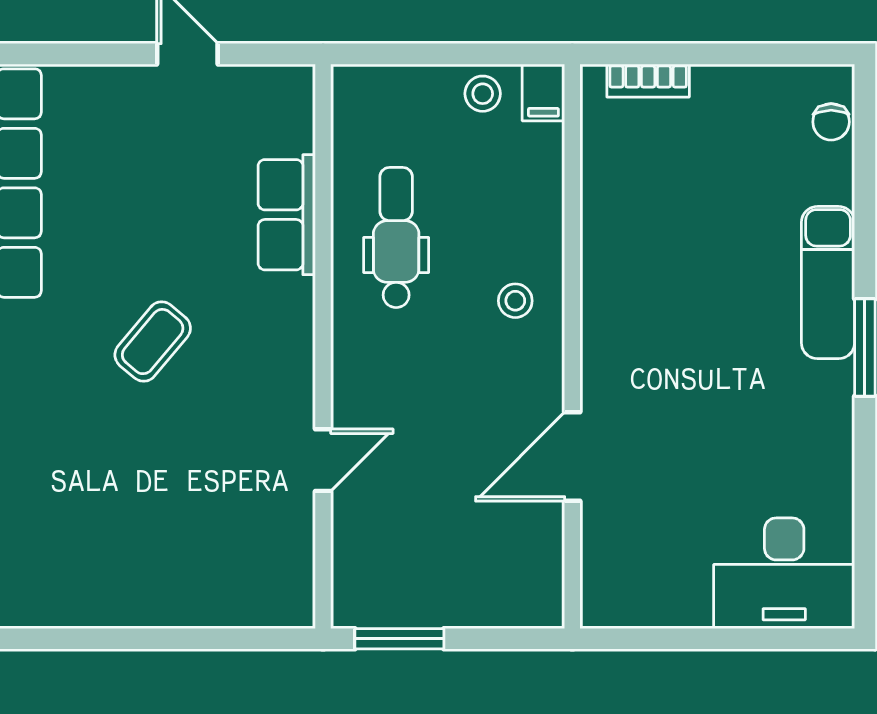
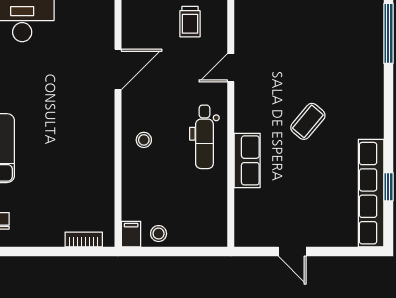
row of seats: (287, 215) -> (247, 160), moved
dental chair: (396, 237) -> (204, 137), moved
trolley: (413, 562) -> (190, 22), added

